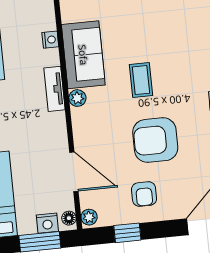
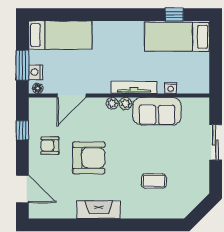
coffee table: (141, 80) -> (154, 181), moved
tv unit: (54, 89) -> (134, 87), width x1.41
armchair: (155, 140) -> (89, 158), turned 90
plant: (89, 217) -> (112, 103), moved

